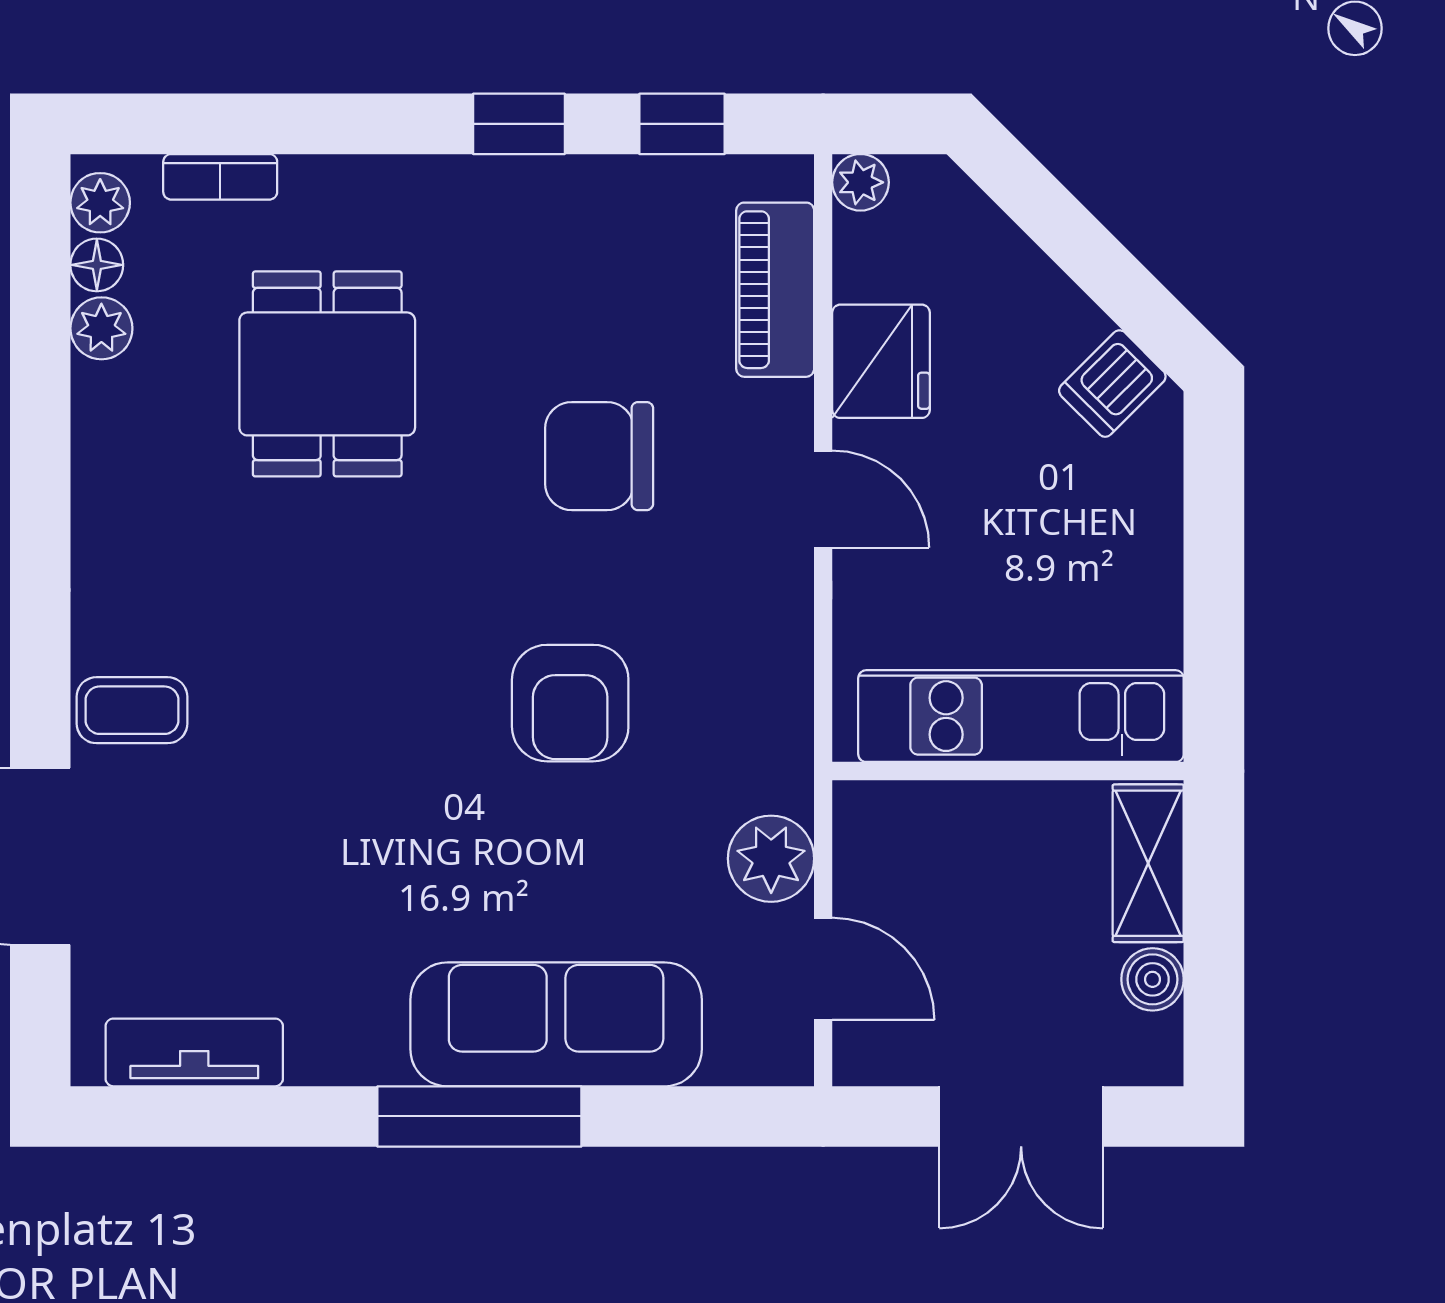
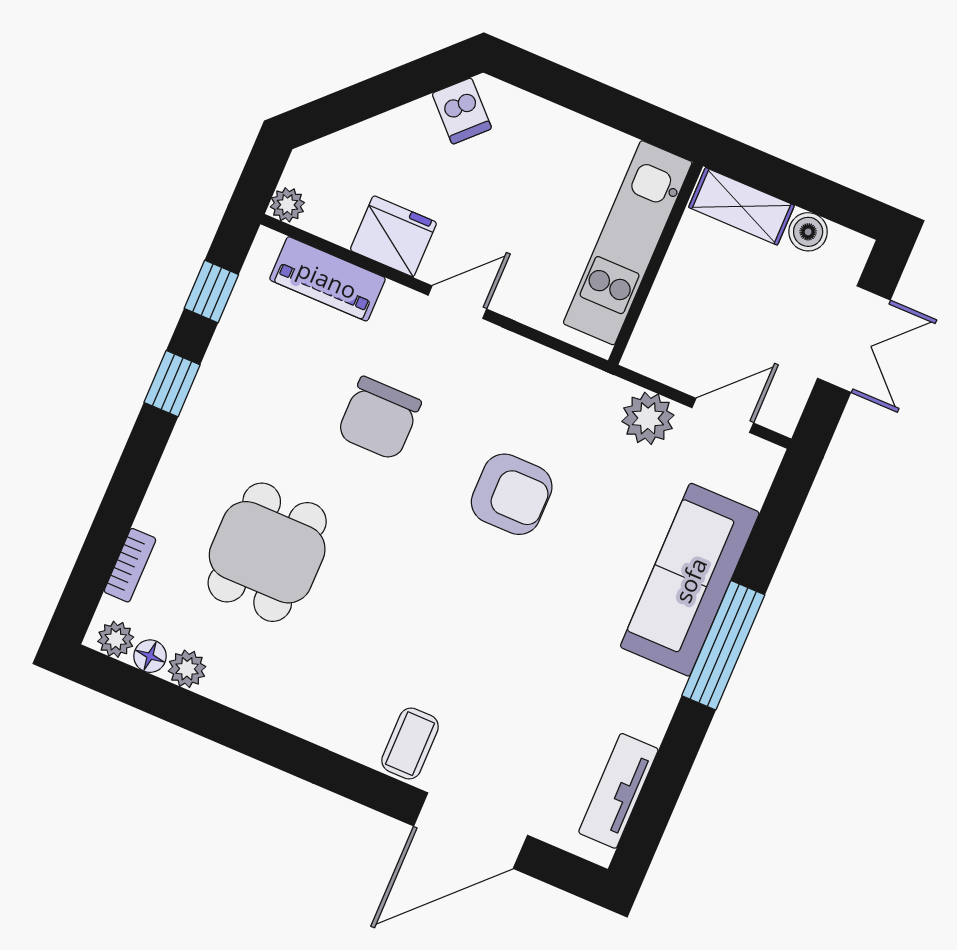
dining table: (327, 374) -> (267, 552), turned 90

